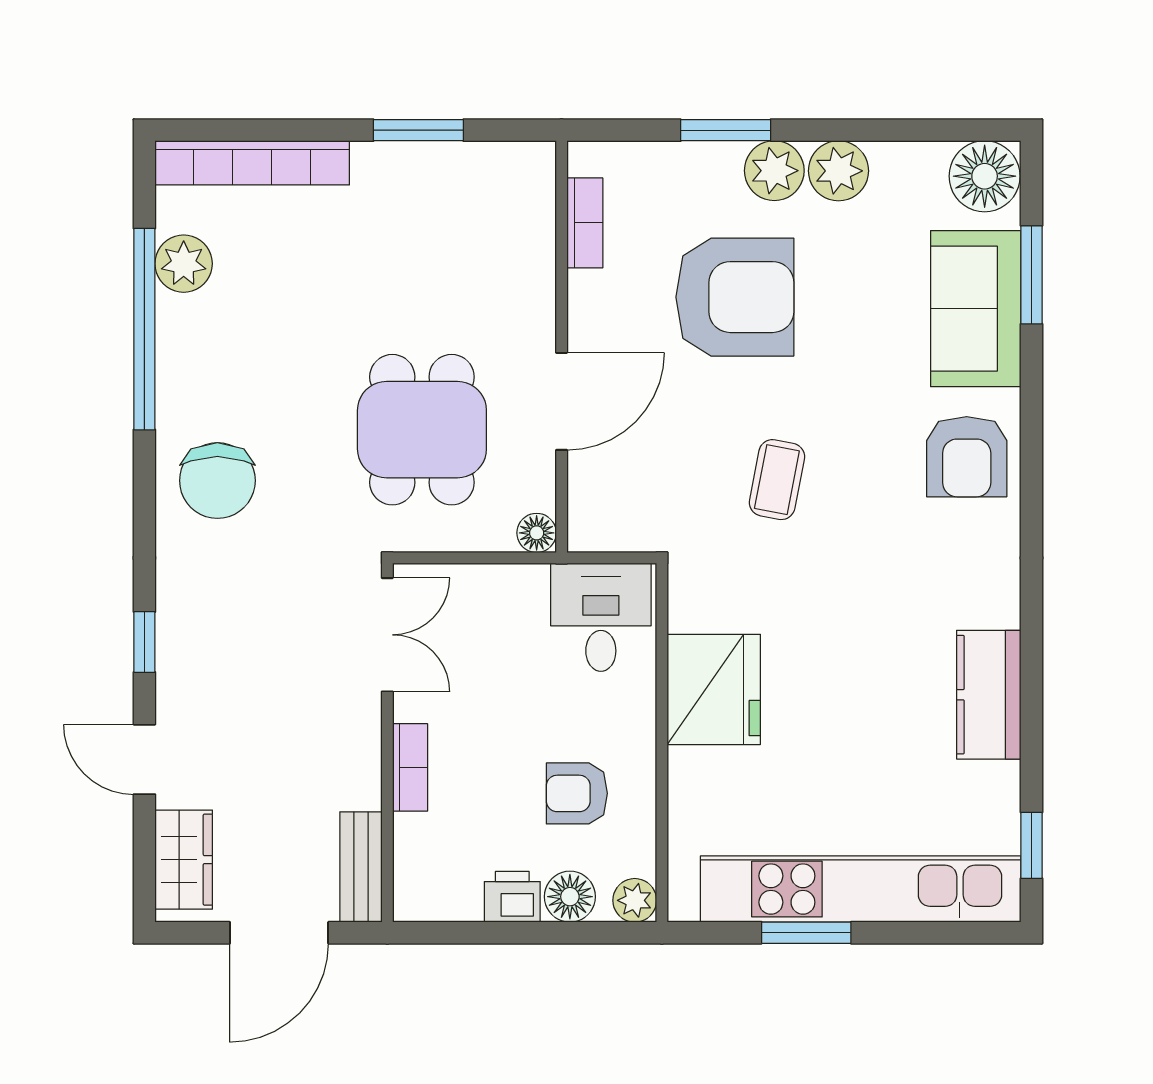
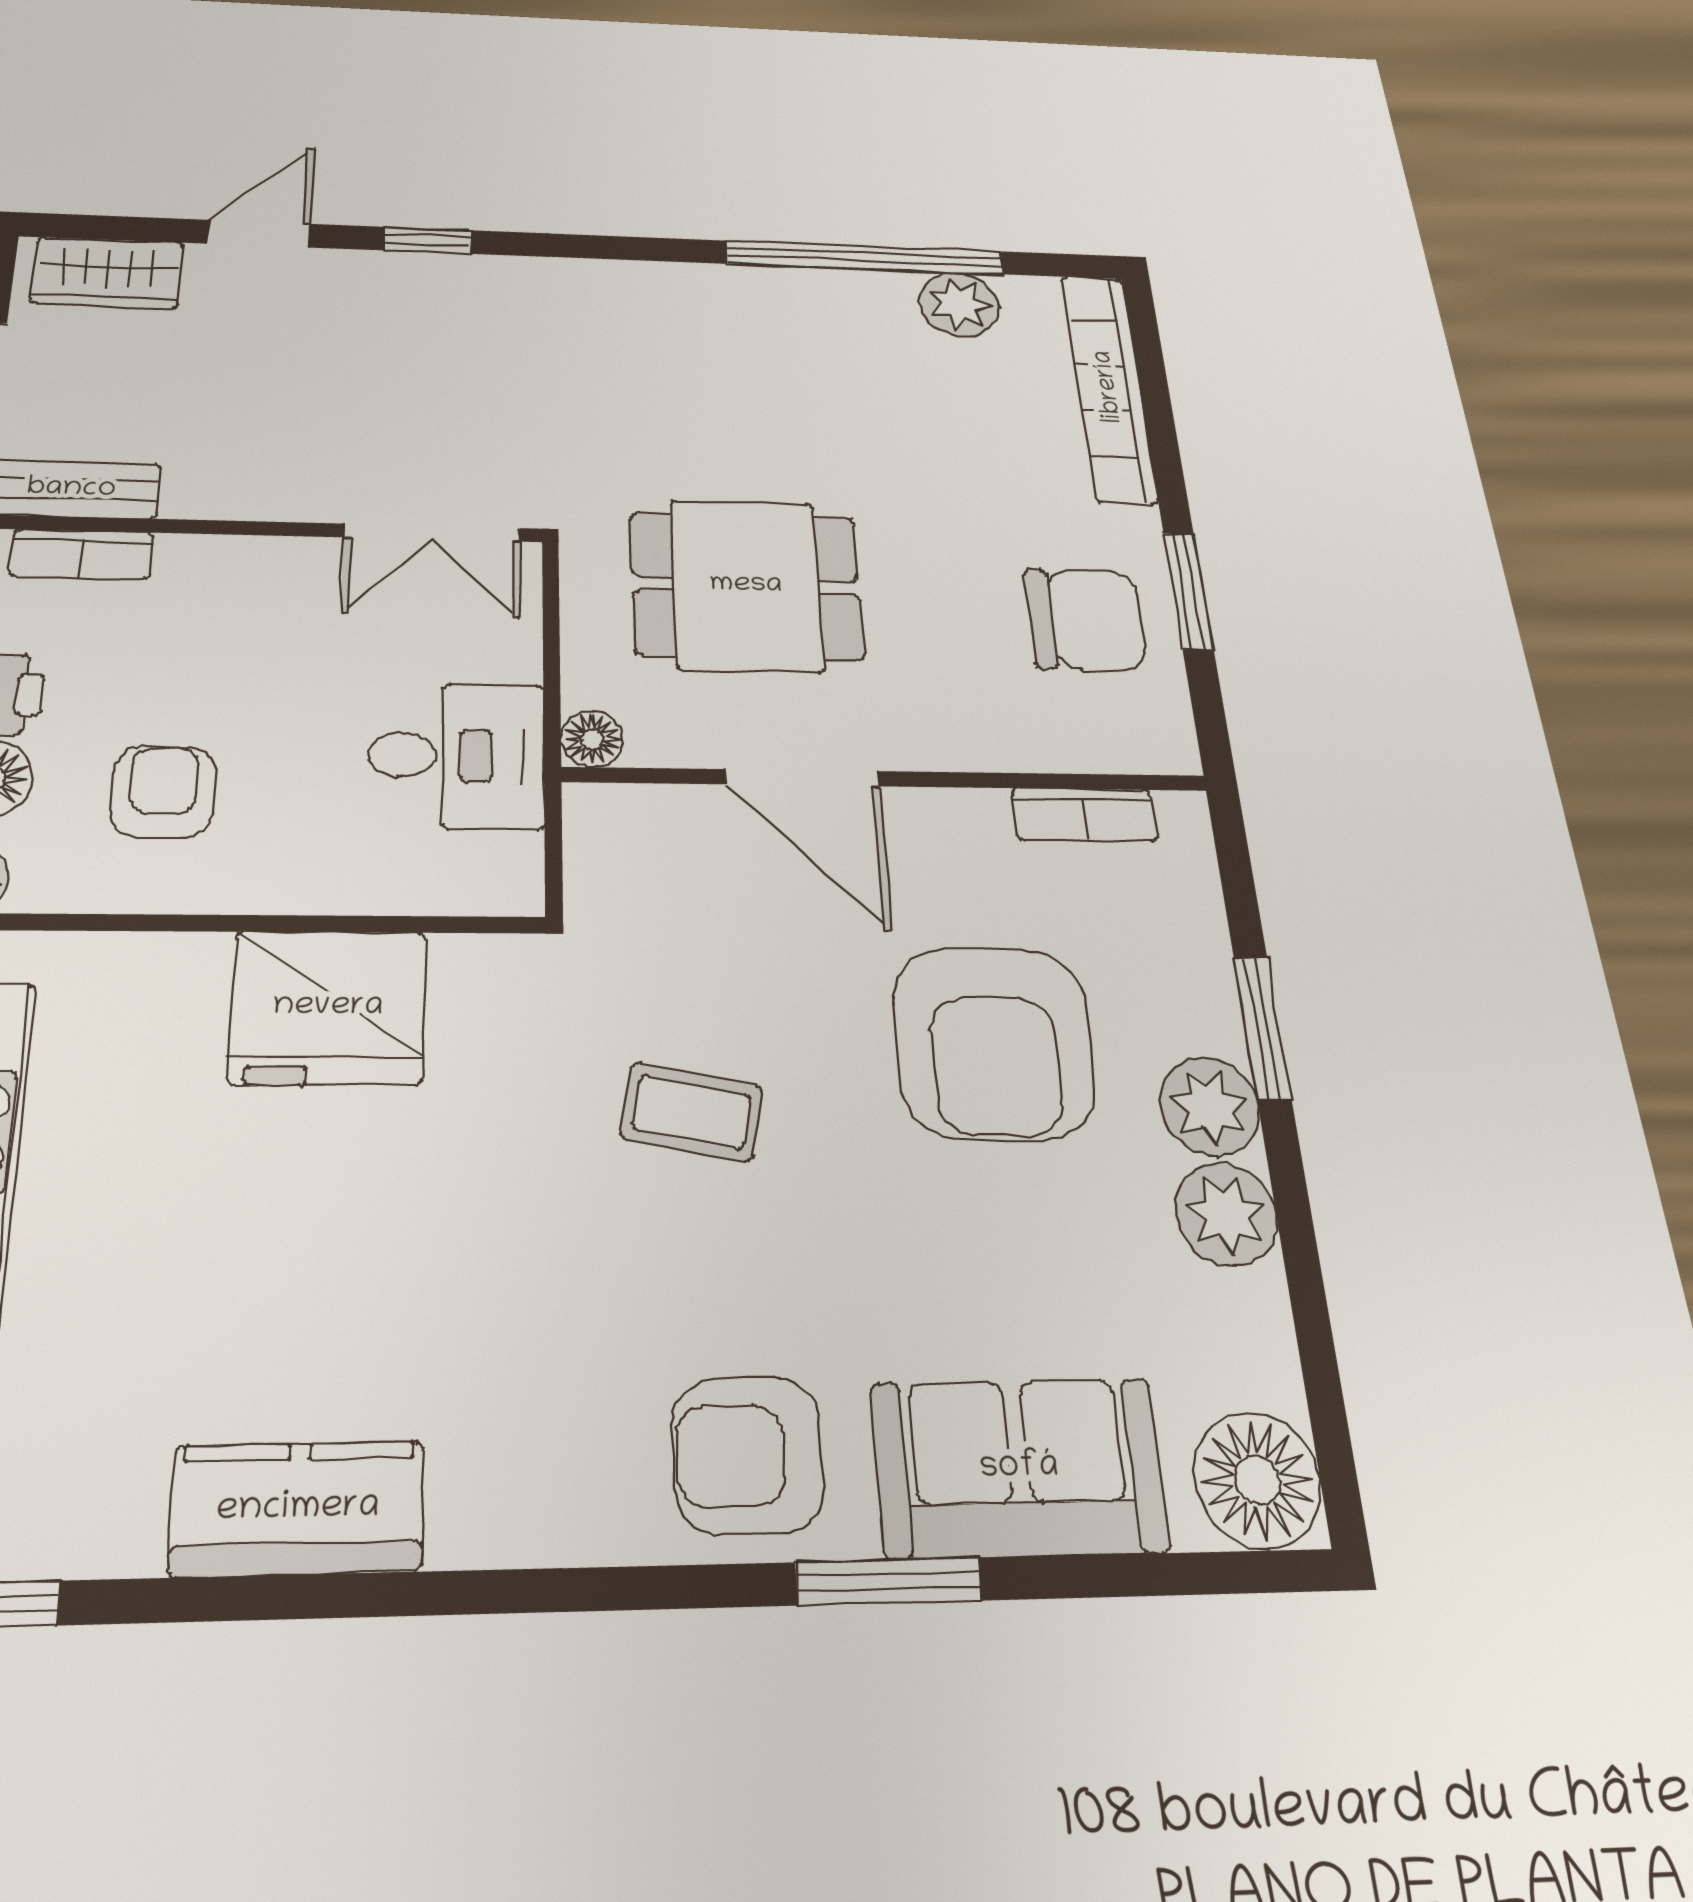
window: (1031, 275) -> (889, 1582), moved
chair: (217, 481) -> (1085, 620), moved, turned 180
desk: (601, 617) -> (457, 756), moved
bookcase: (410, 767) -> (82, 554), moved

